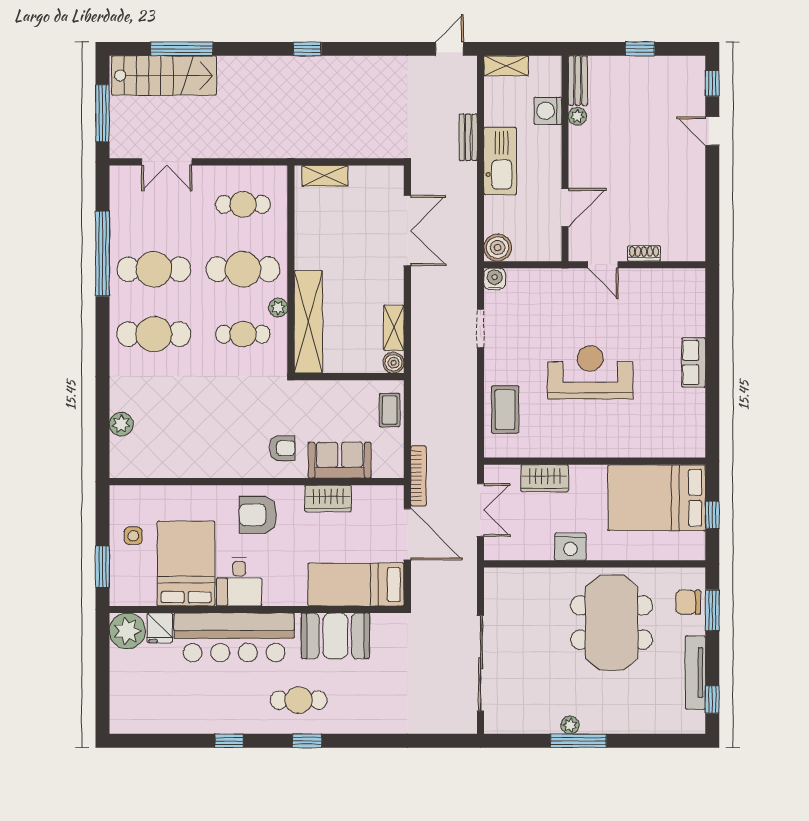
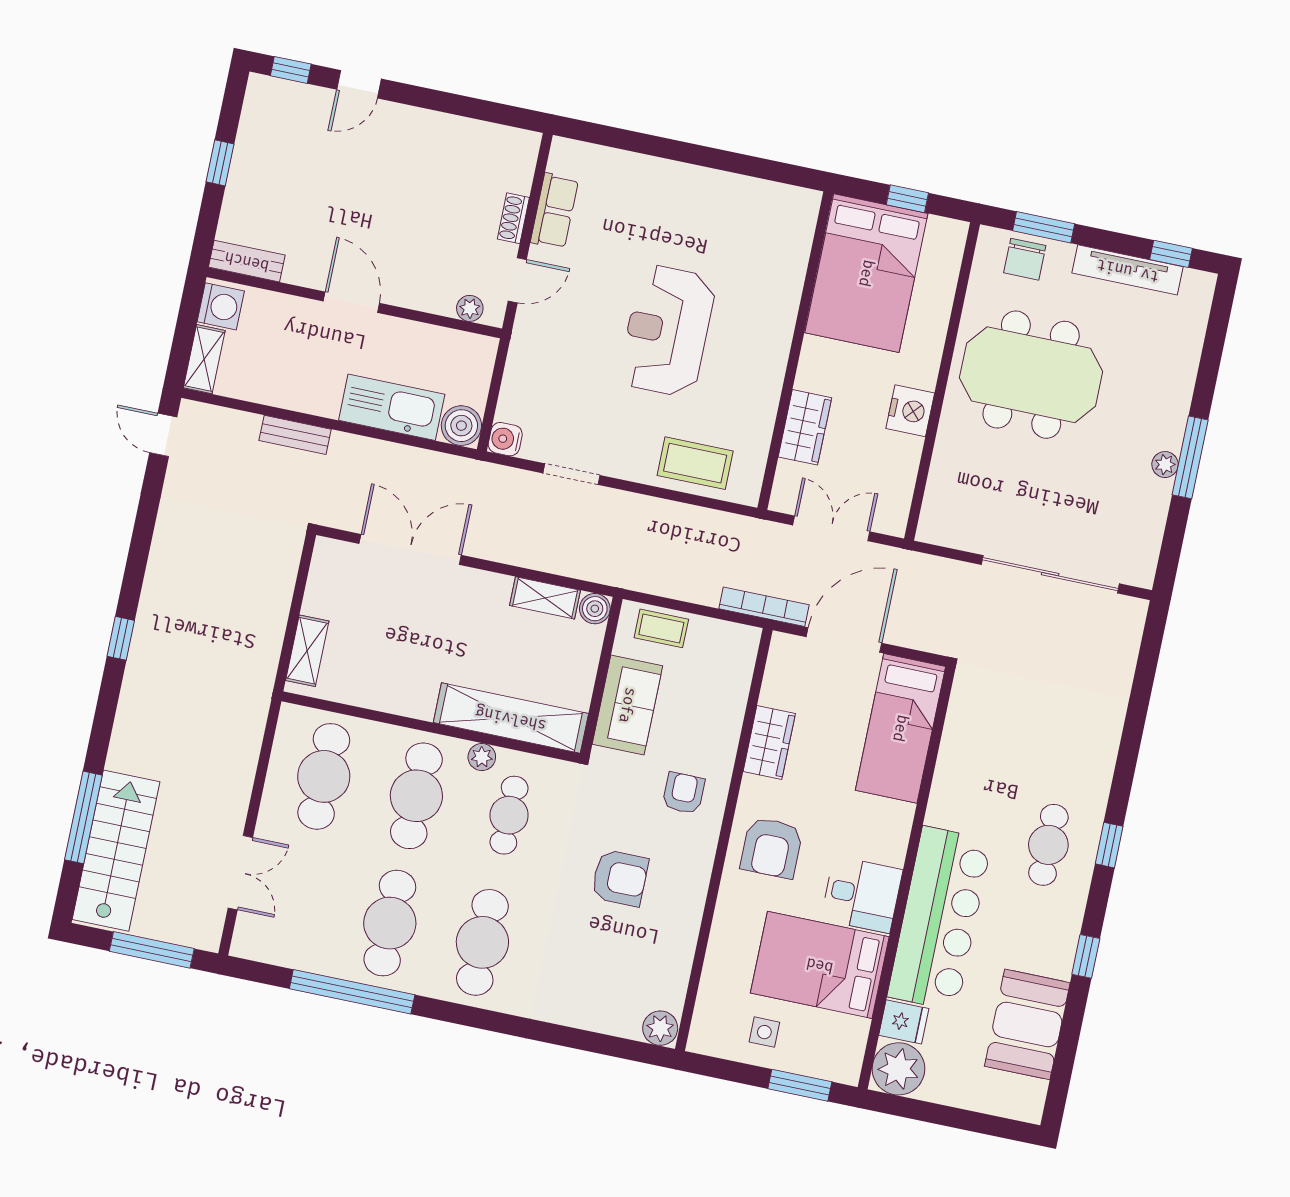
washing machine: (548, 111) -> (221, 306), moved, turned -90
plant: (577, 116) -> (470, 308), moved
kitchen sink: (500, 161) -> (392, 407), moved
cafe table: (243, 204) -> (324, 776), width x1.37, depth x1.35
door: (565, 208) -> (351, 302), moved
row of seats: (694, 363) -> (554, 211), moved, turned -90
armchair: (216, 417) -> (620, 878), added
plant: (121, 424) -> (660, 1028), moved
sofa: (340, 460) -> (627, 705), moved, turned 180
booth: (335, 636) -> (1027, 1024), moved

